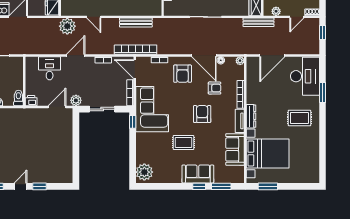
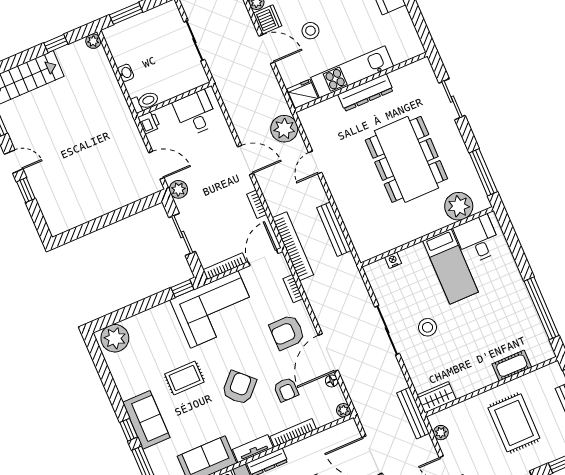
desk: (50, 68) -> (195, 113), moved, turned -90
armchair: (202, 114) -> (239, 388), turned -46
rug: (183, 142) -> (184, 378), turned 90

